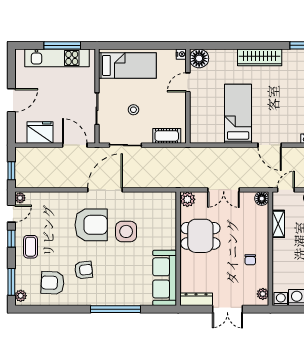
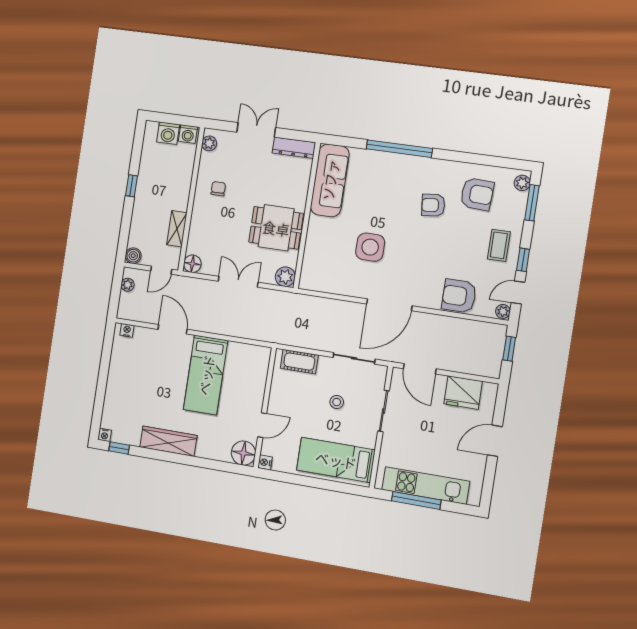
armchair: (91, 225) -> (459, 296), moved, width x0.73, depth x0.73

